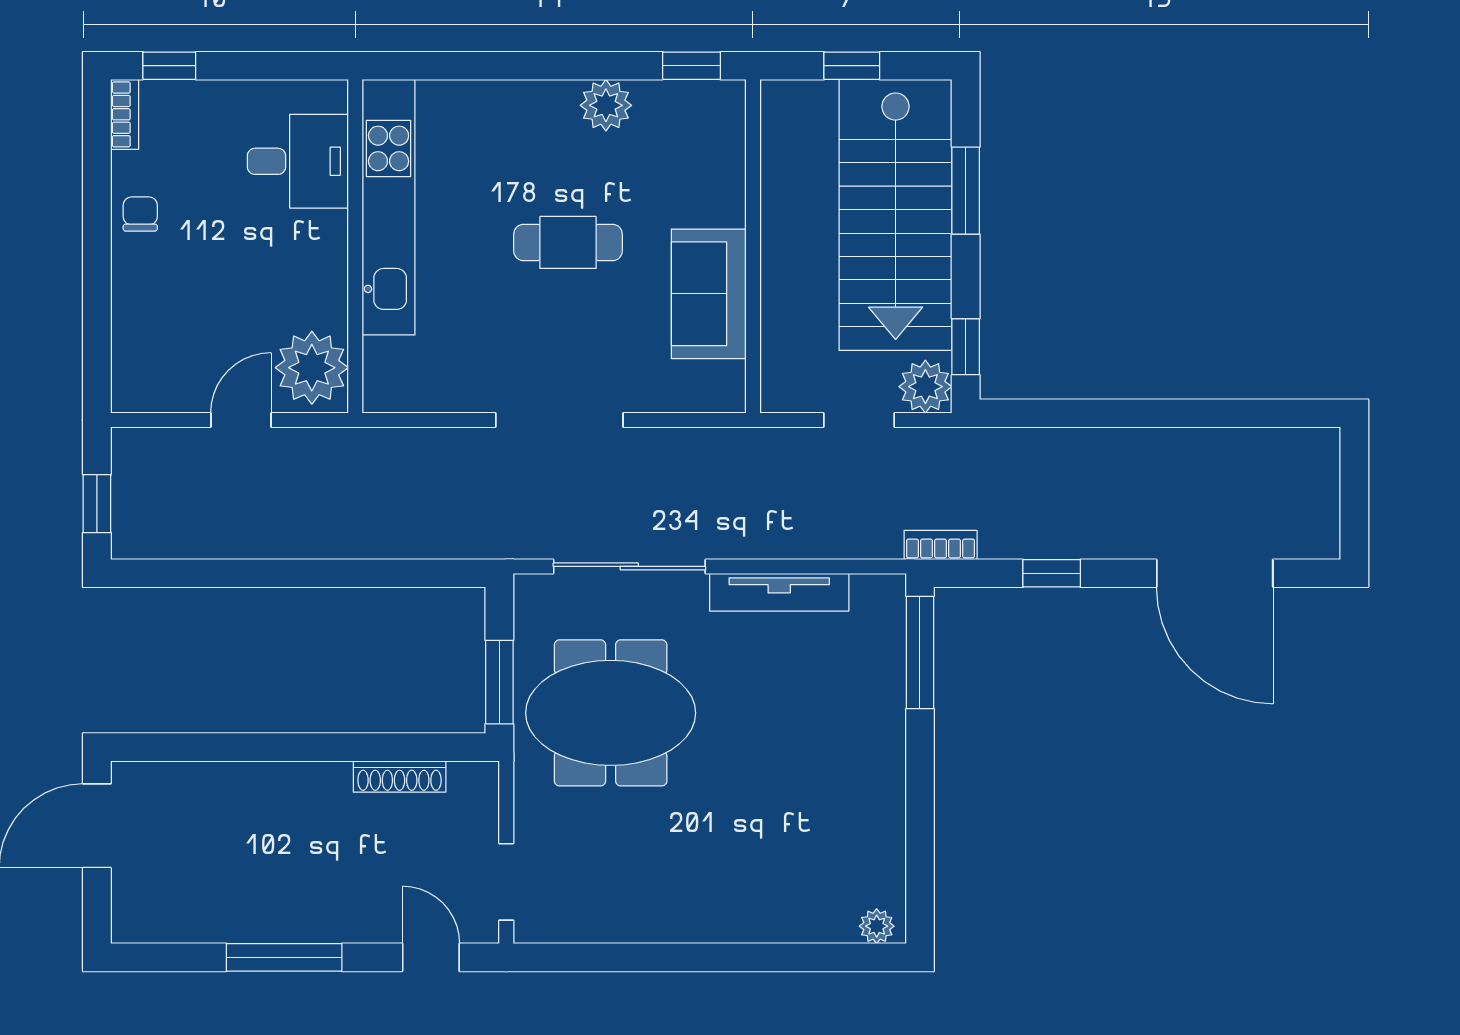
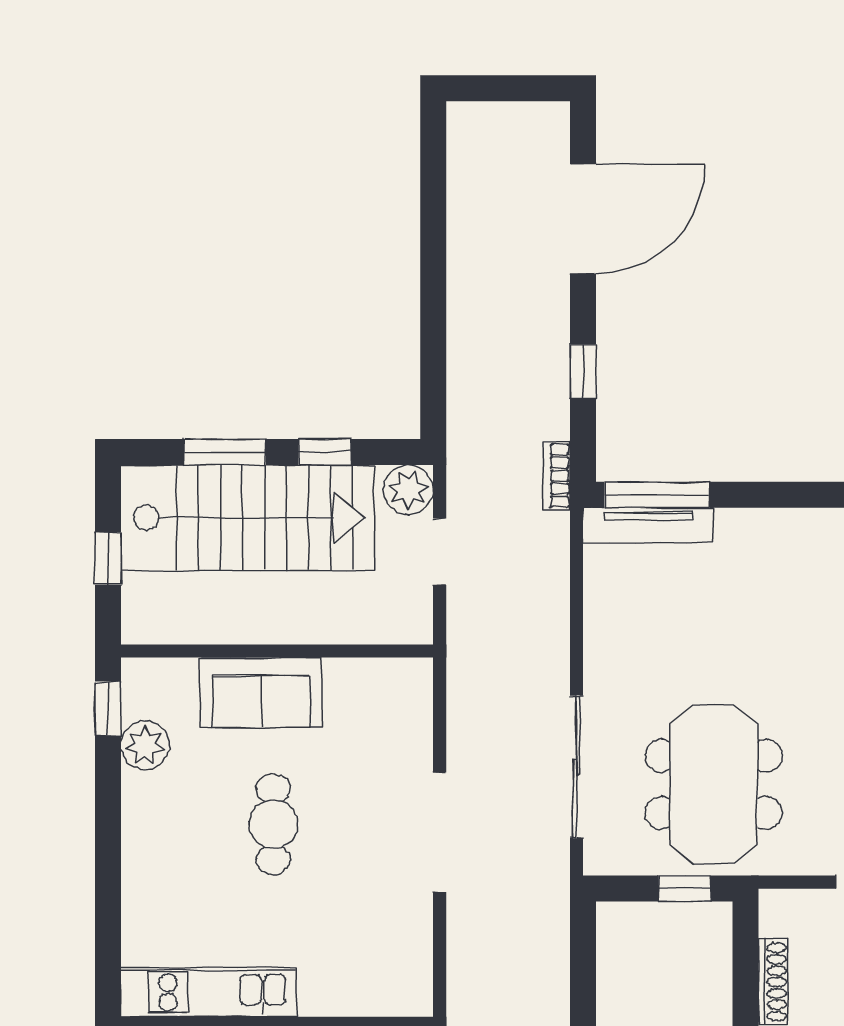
plant: (606, 105) -> (145, 745), moved
kitchen unit: (389, 207) -> (208, 992), width x0.73
sofa: (709, 294) -> (261, 692), moved
window: (966, 347) -> (325, 452), moved
tv unit: (779, 592) -> (648, 525), moved, turned 90
window: (499, 682) -> (685, 889), width x0.67

